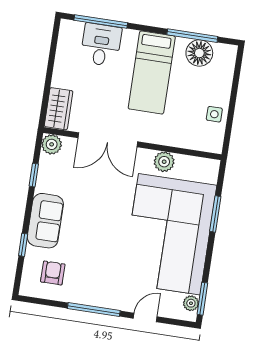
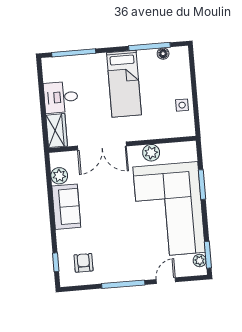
desk: (101, 45) -> (61, 97), moved, turned -90
floor lamp: (199, 53) -> (163, 54), width x0.53, depth x0.53
plant: (52, 144) -> (59, 176), moved
window: (34, 175) -> (50, 188), removed
sofa: (45, 221) -> (66, 207), moved
window: (23, 245) -> (56, 262), moved

